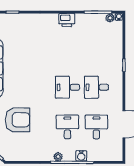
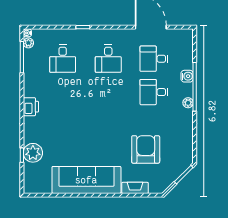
printer: (67, 20) -> (31, 107), moved
plant: (15, 22) -> (33, 153), added
desk: (67, 87) -> (63, 59), moved

